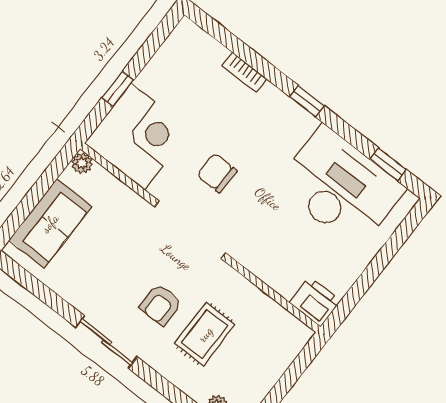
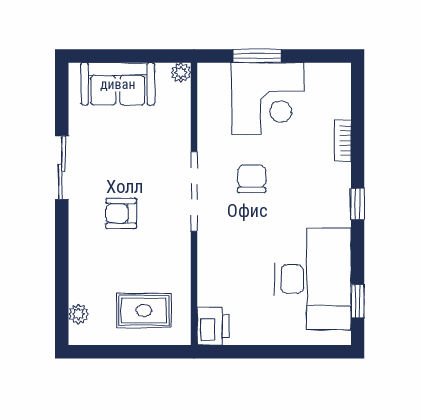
window: (118, 89) -> (257, 56), width x1.50
corner desk: (138, 136) -> (268, 99), moved
rug: (205, 334) -> (144, 311), moved
sliding door: (106, 342) -> (62, 168), moved

